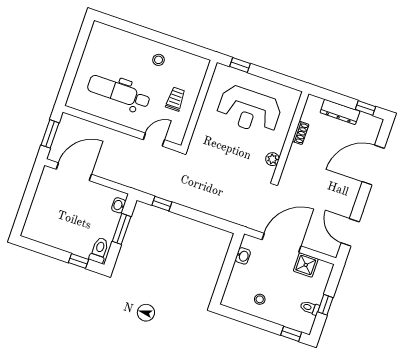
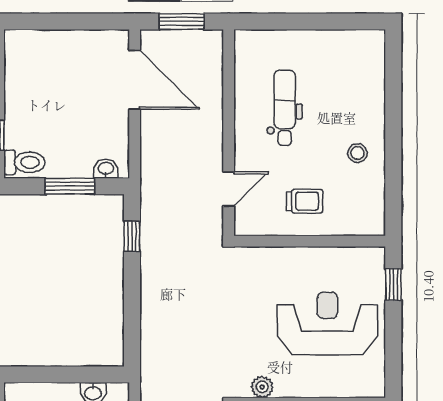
dental chair: (119, 92) -> (285, 108), width x0.73, depth x0.72
reception desk: (249, 110) -> (327, 324), turned 90
door: (154, 140) -> (229, 189), hinge flipped

